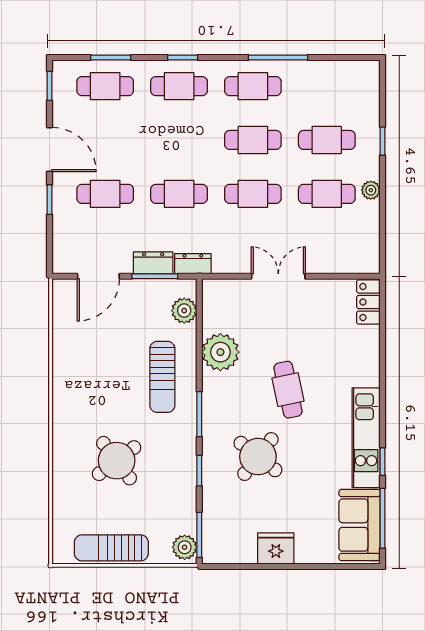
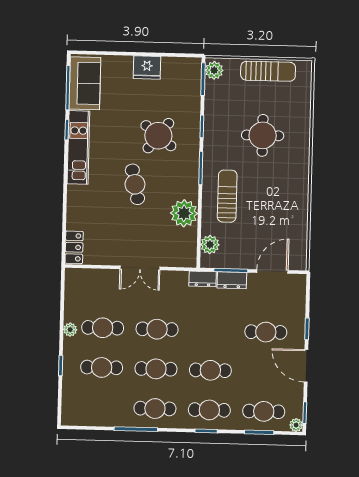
plant: (61, 69) -> (296, 425), added
cafe table: (179, 194) -> (210, 370), moved
round table: (117, 461) -> (263, 135), turned 37

